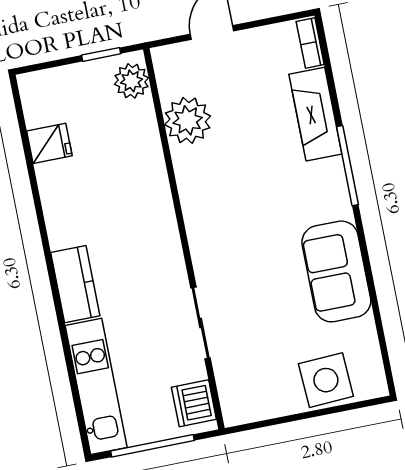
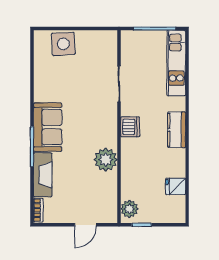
plant: (188, 120) -> (106, 160), moved
sofa: (336, 271) -> (48, 127), moved
kitchen counter: (75, 284) -> (177, 130), moved
dishwasher: (194, 403) -> (130, 127), moved

